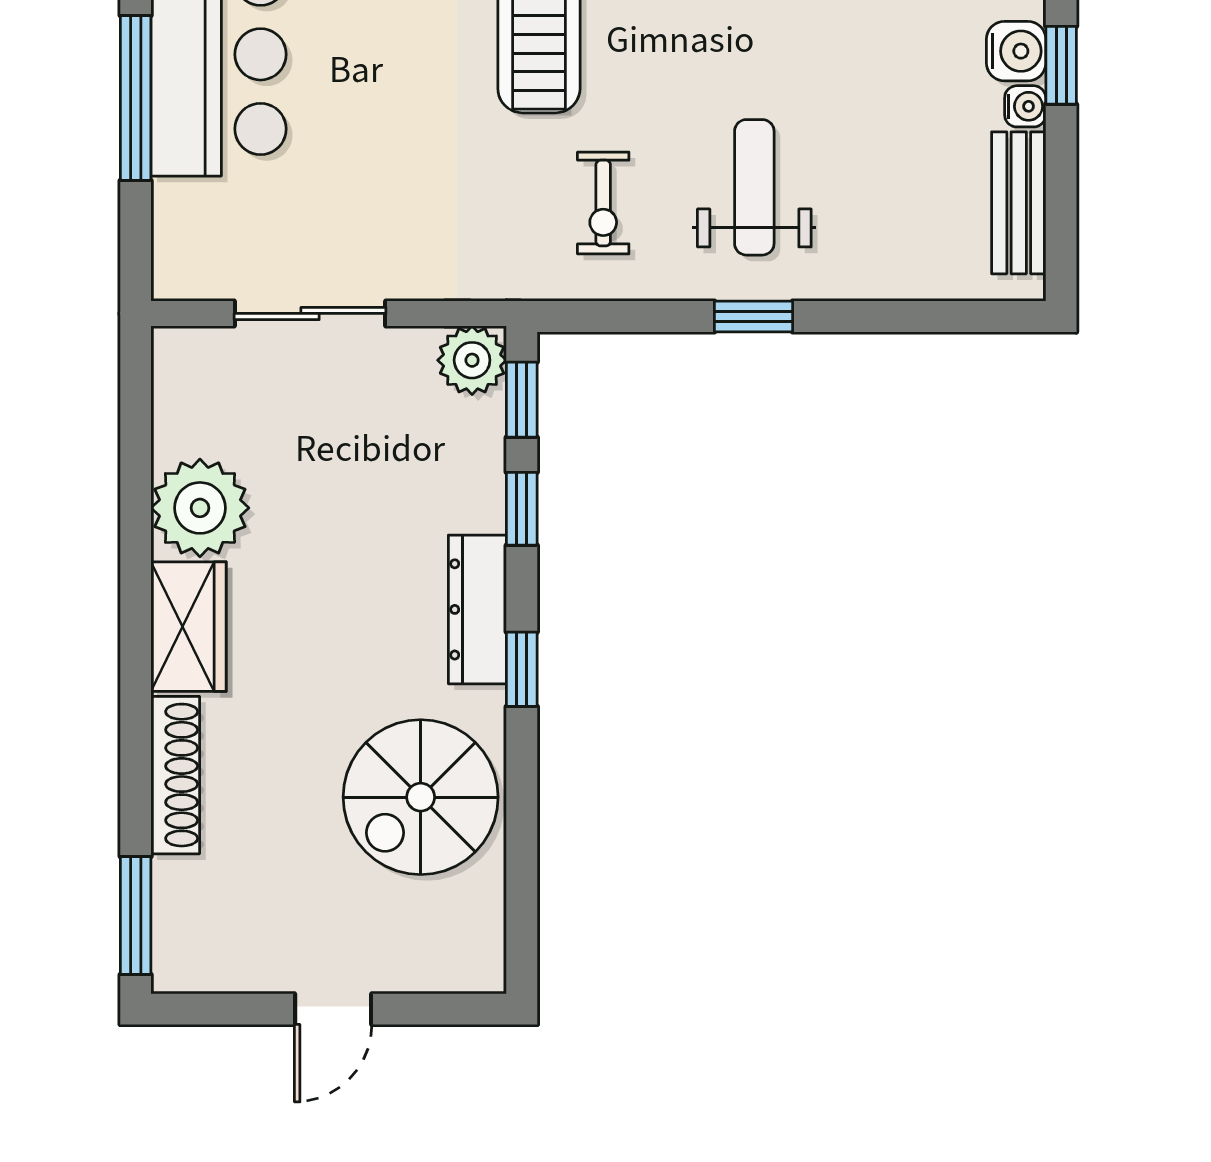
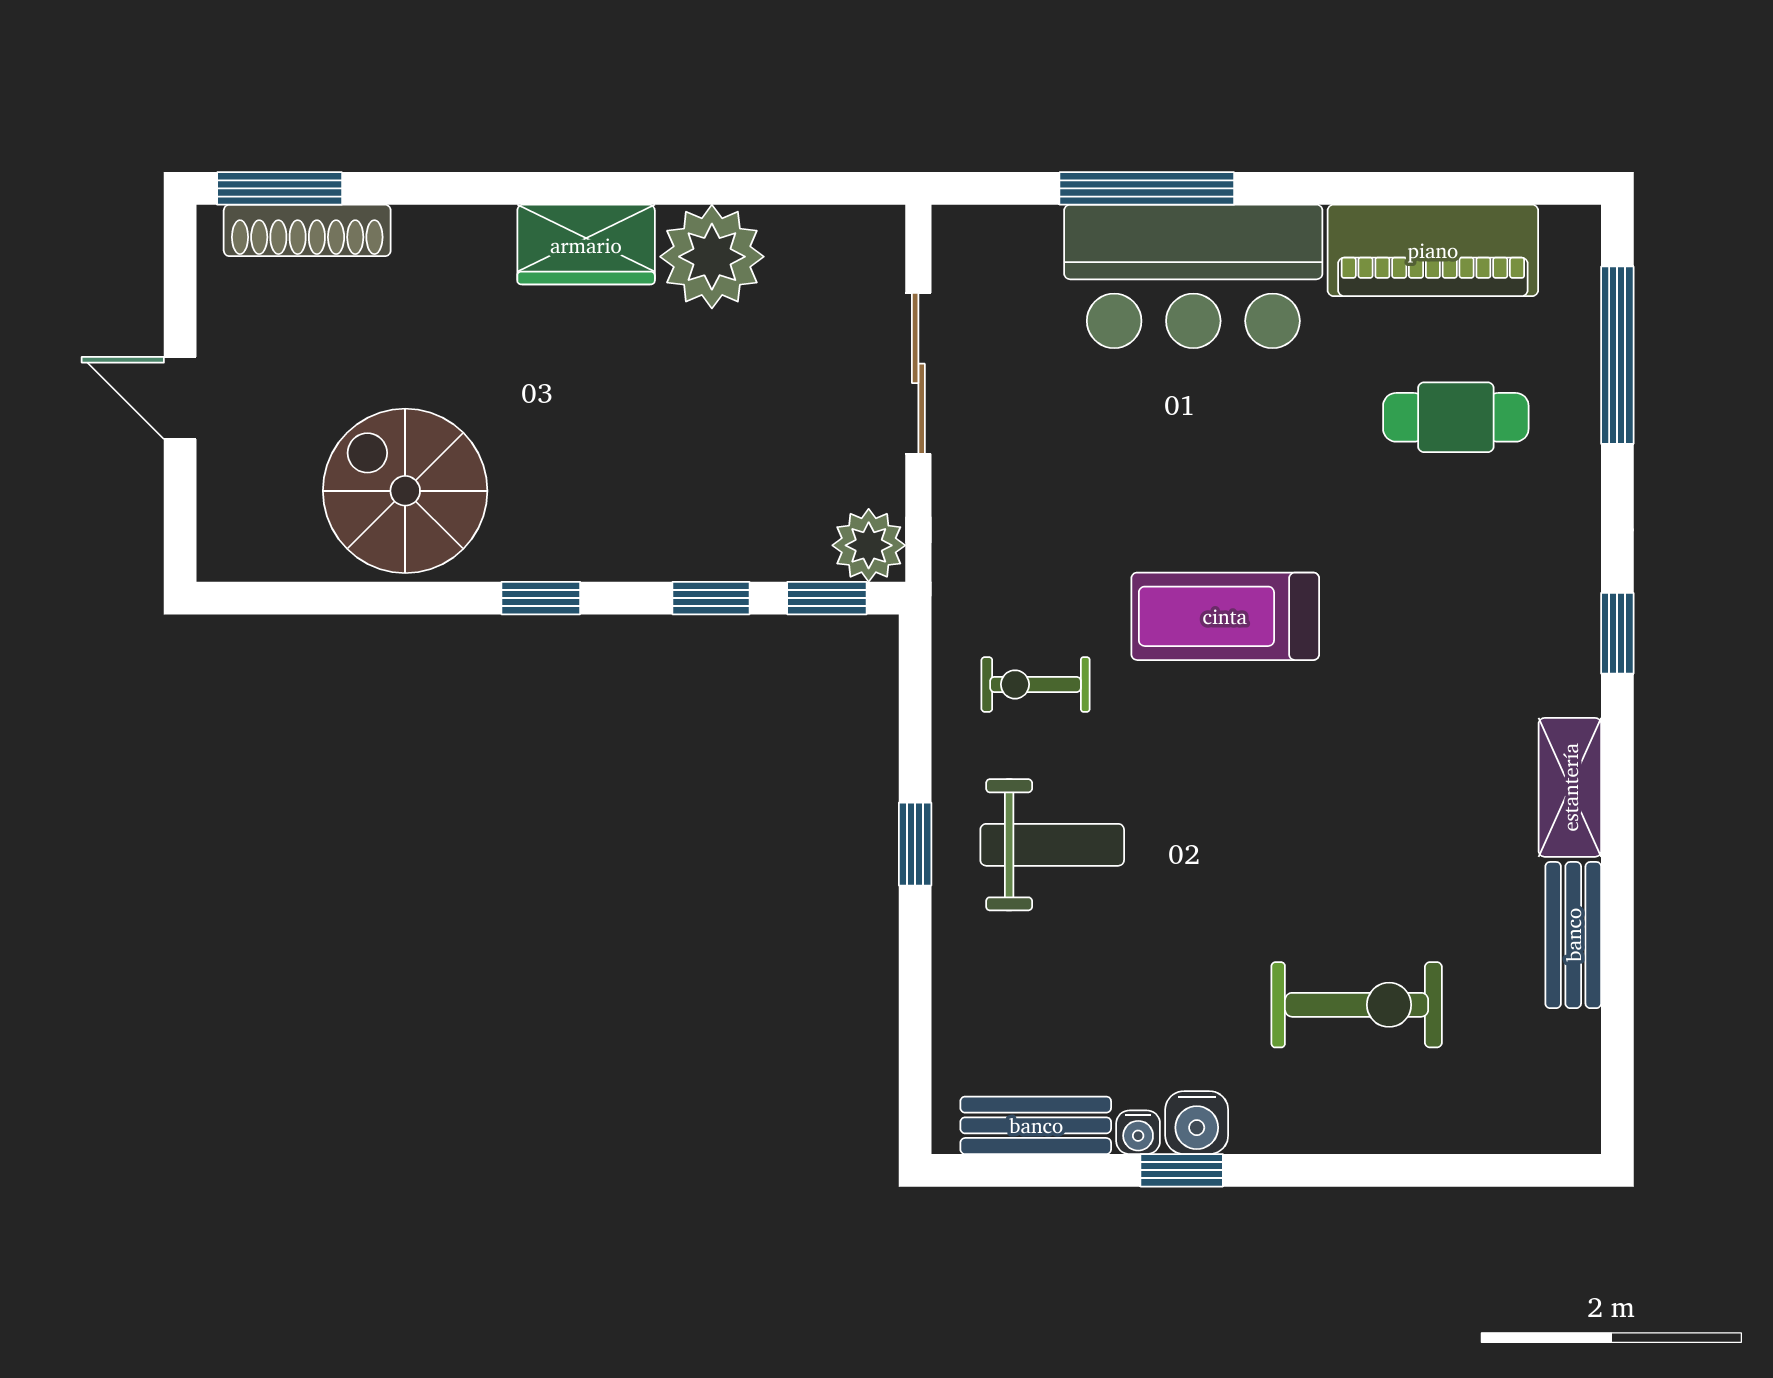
dresser: (477, 609) -> (604, 551), removed
shoe rack: (175, 775) -> (307, 230), moved

